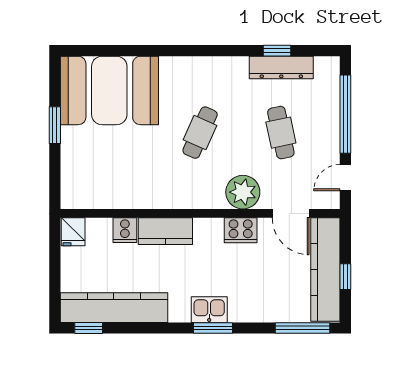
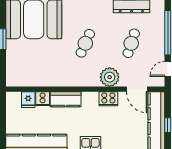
cafe table: (281, 133) -> (131, 43), turned 30
fridge: (73, 232) -> (28, 100), moved

